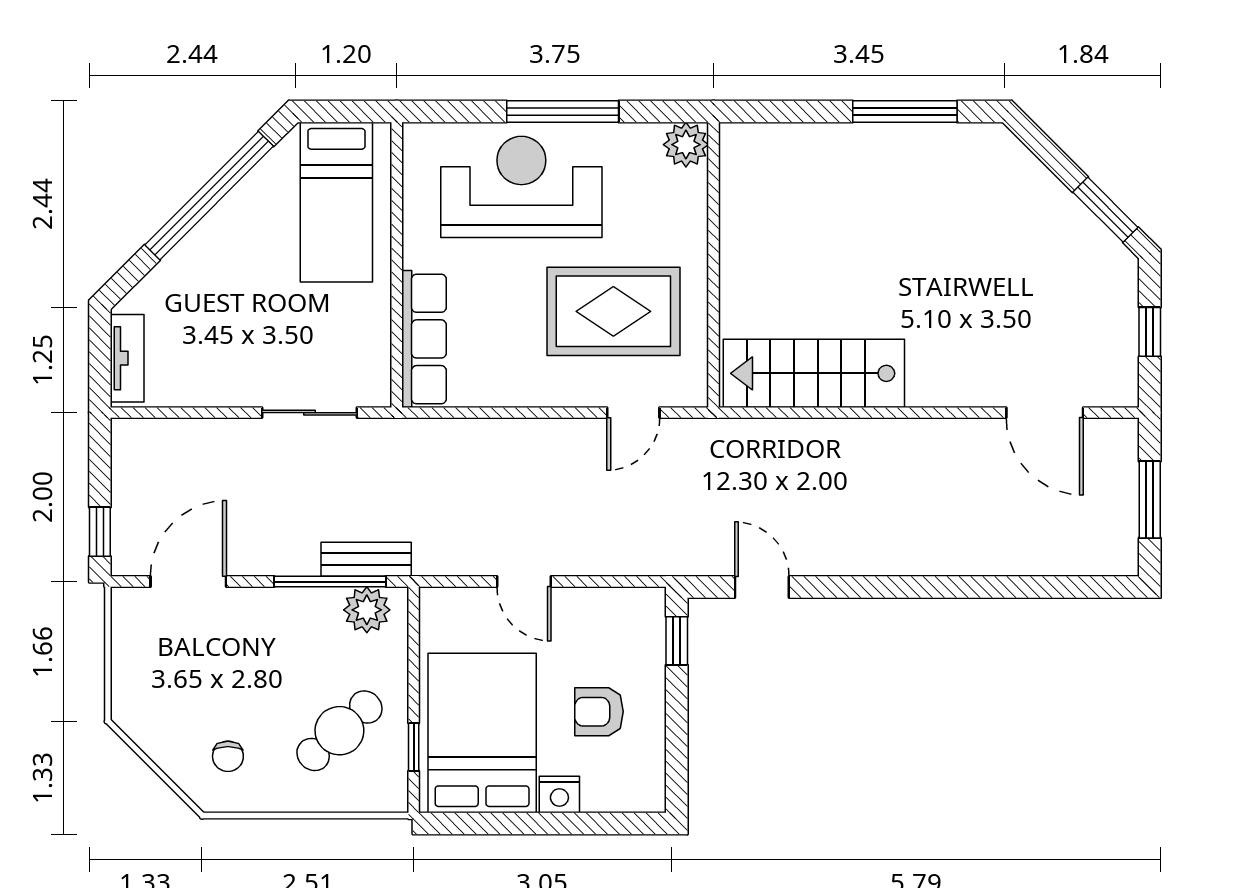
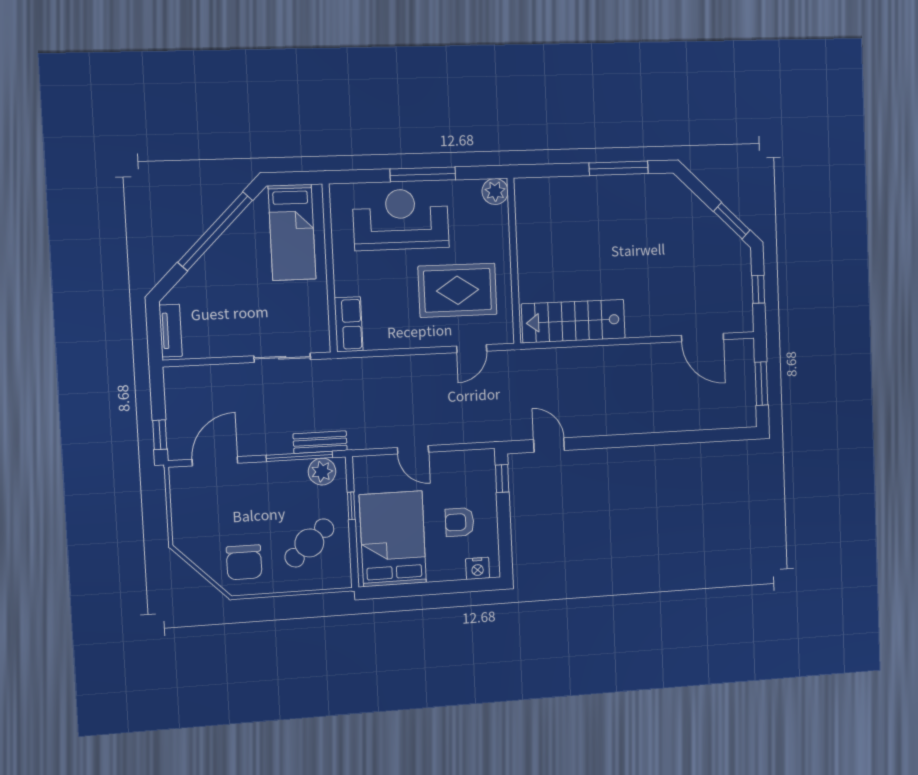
row of seats: (424, 339) -> (349, 324), width x0.68
window: (414, 747) -> (351, 506), moved
chair: (228, 756) -> (244, 562), width x1.87, depth x1.87
nightstand: (559, 795) -> (478, 568), moved

